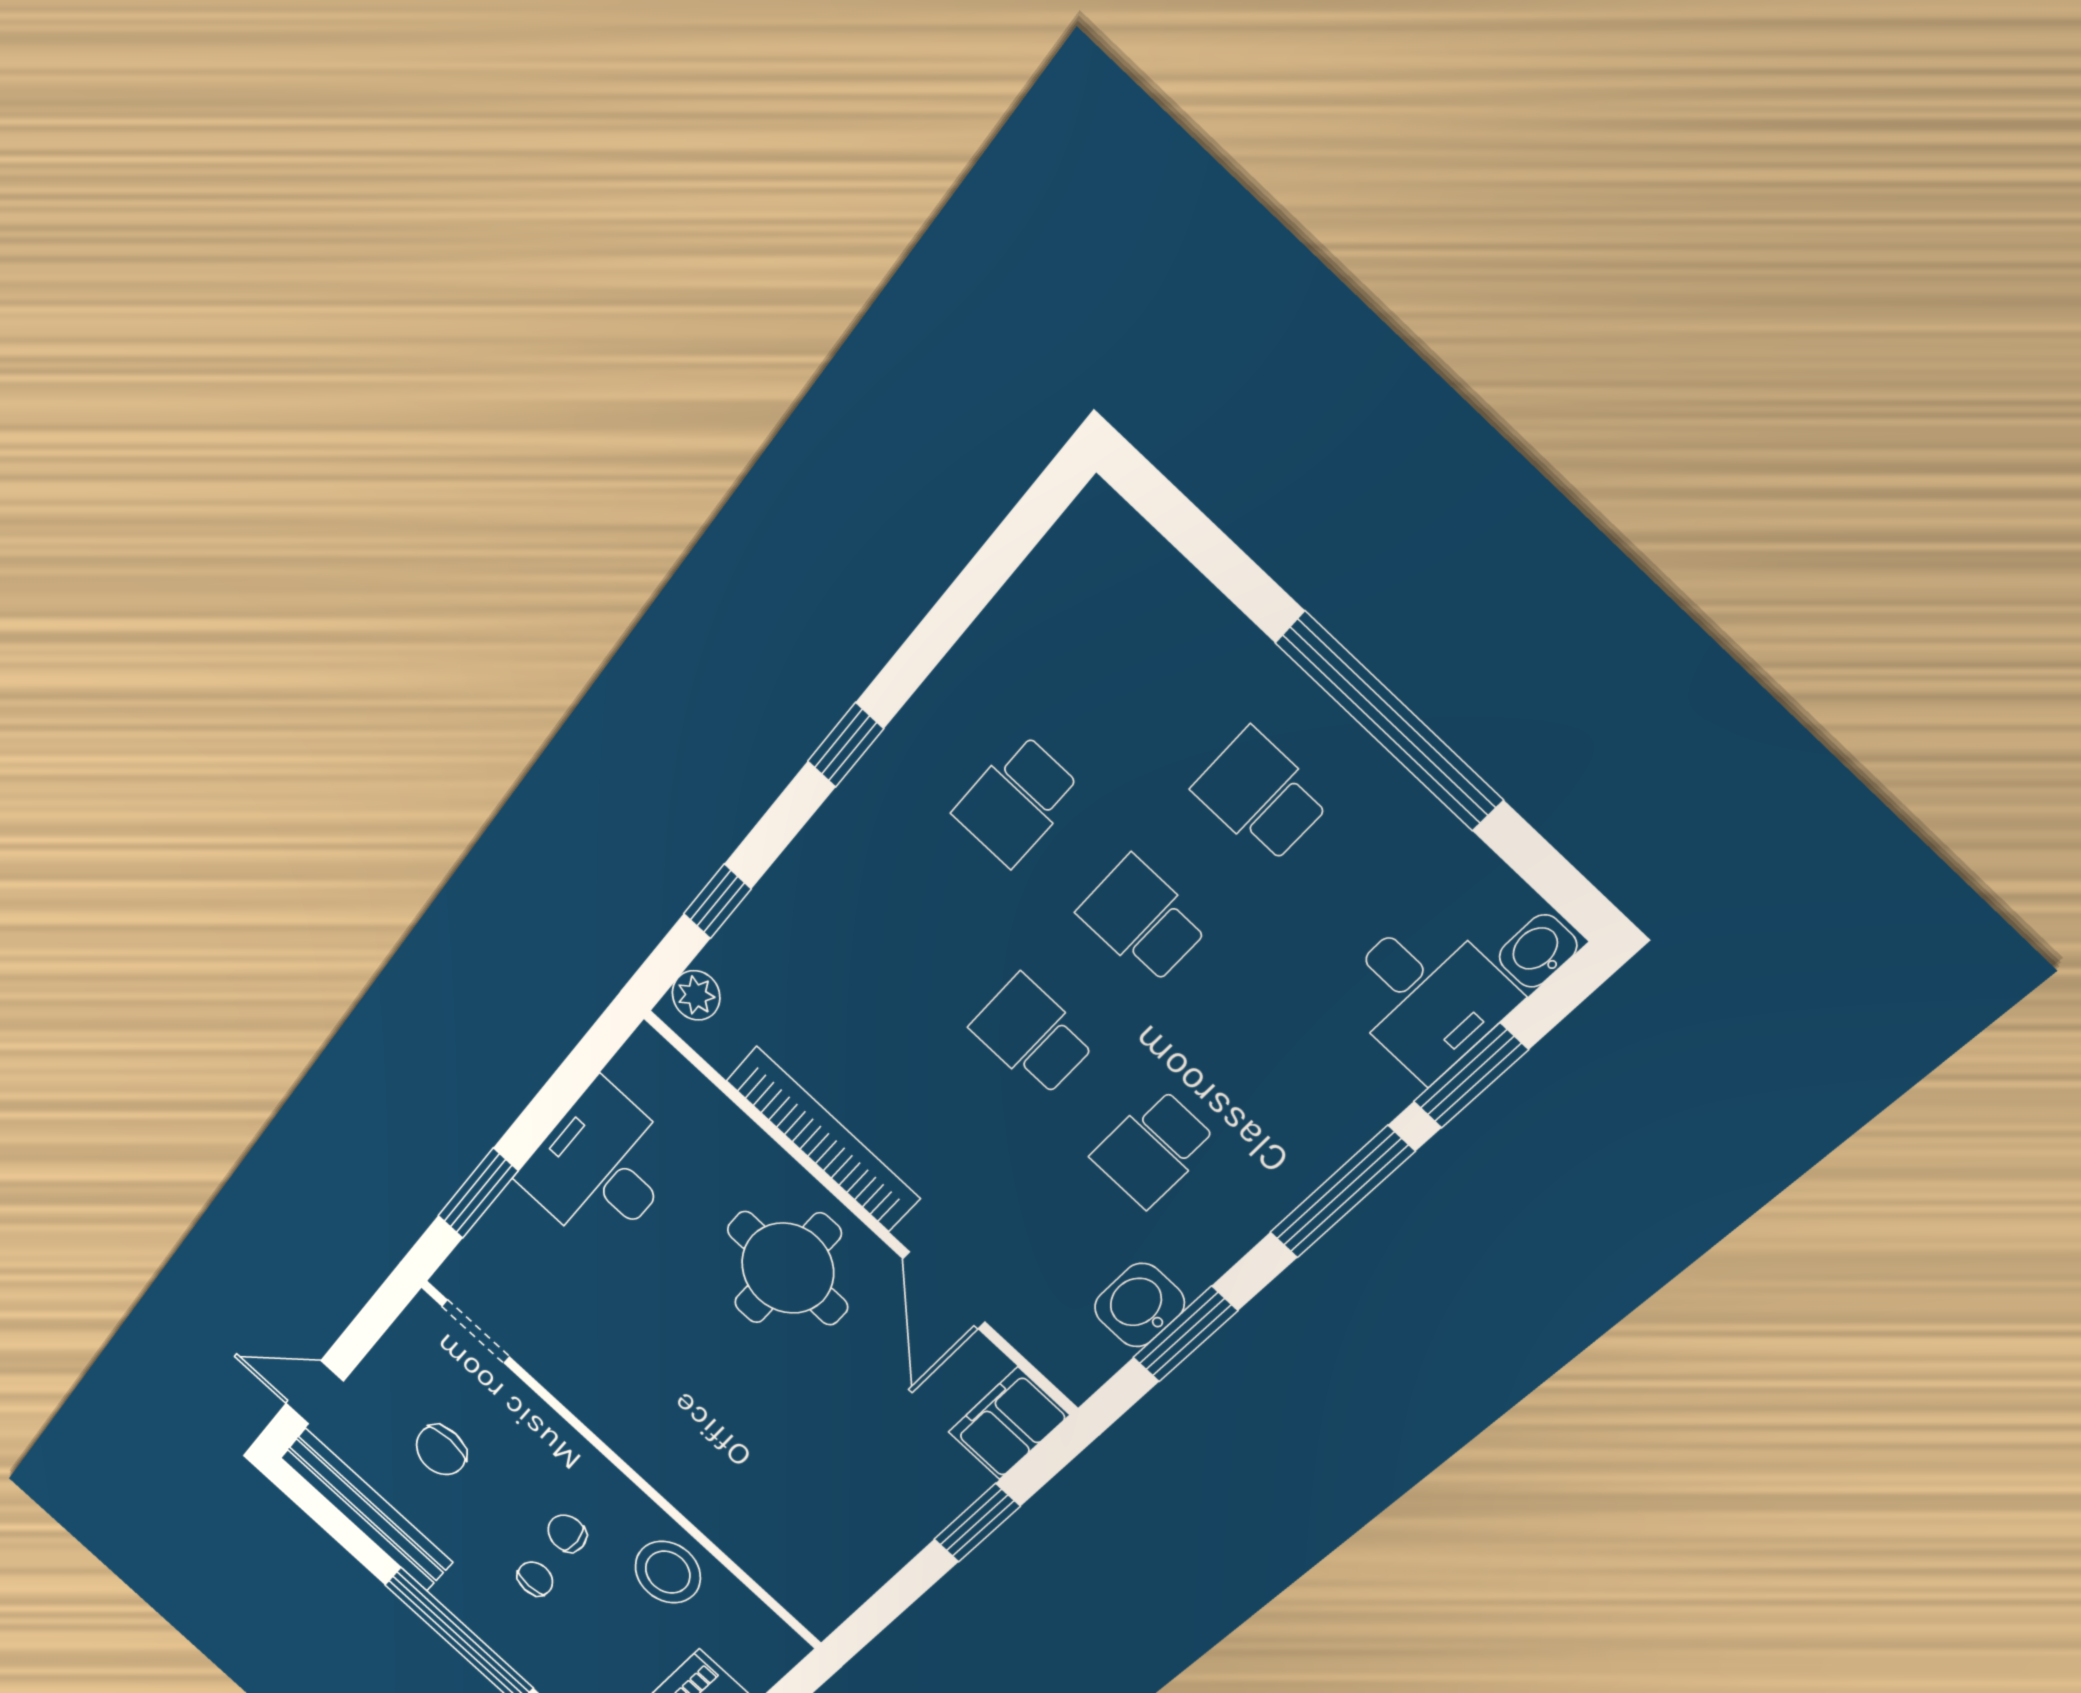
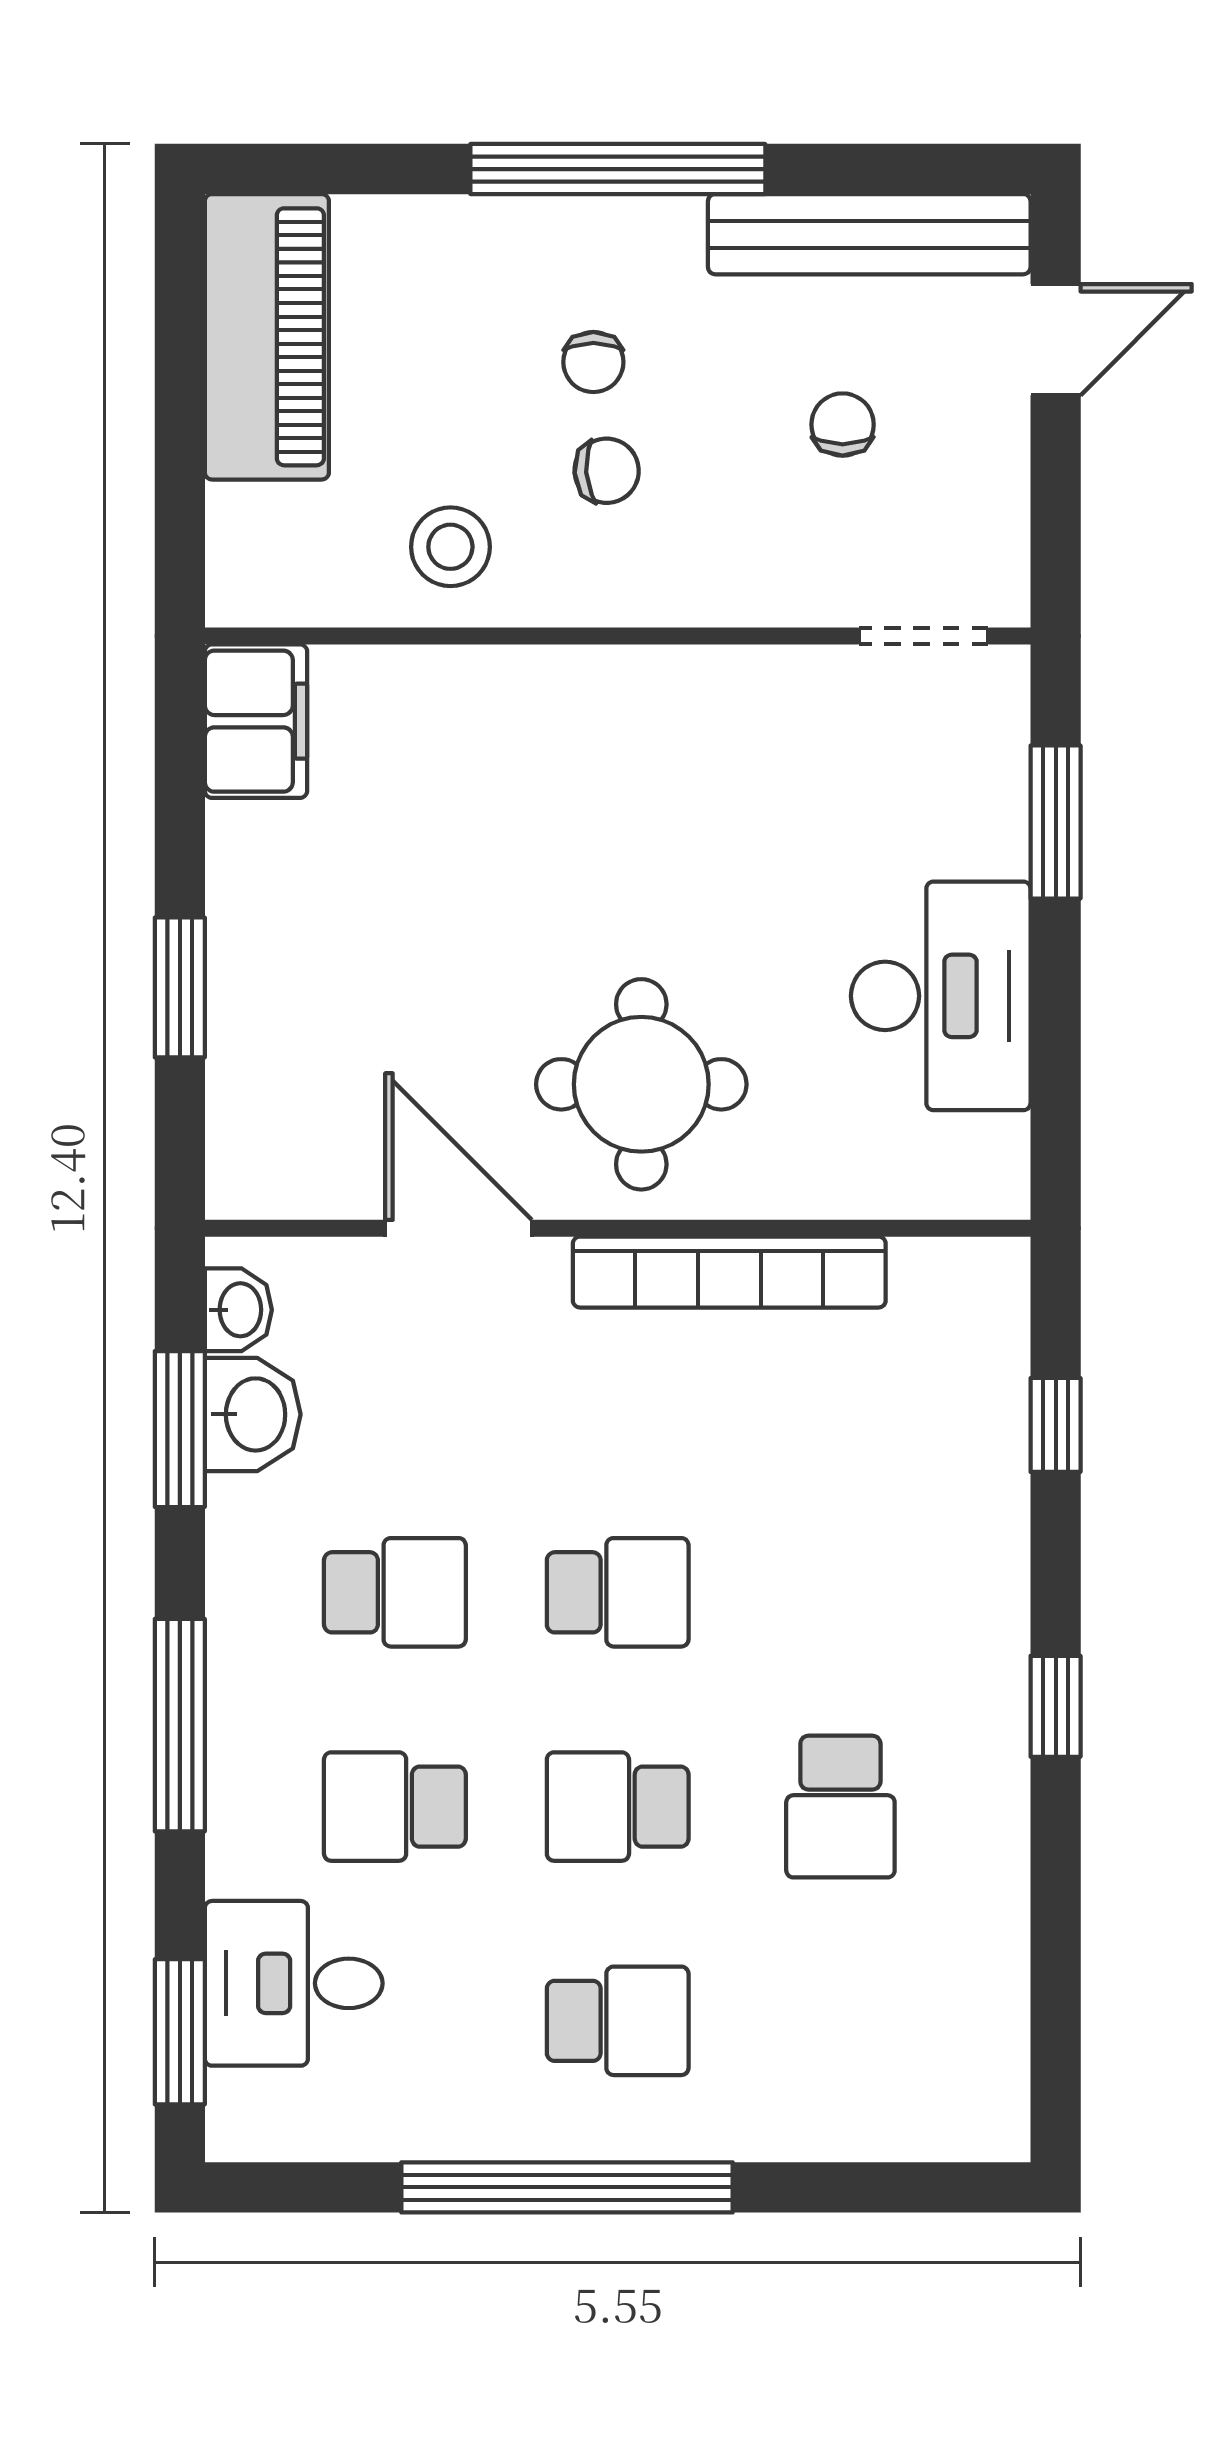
school desk: (1016, 801) -> (840, 1807), turned 180
school desk: (1142, 920) -> (618, 1807), turned 180
washbasin: (1538, 951) -> (238, 1310), moved
plant: (696, 995) -> (995, 1301), removed
school desk: (1267, 1038) -> (395, 1807), added
window: (1470, 1076) -> (180, 2032), moved
school desk: (1153, 1149) -> (395, 1592), turned 90
filing cabinet: (1009, 1424) -> (256, 721), moved
chair: (441, 1450) -> (843, 425), width x0.73, depth x0.73
stool: (668, 1572) -> (450, 547), width x0.73, depth x0.73

